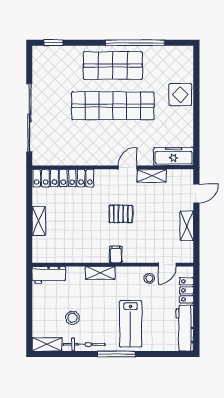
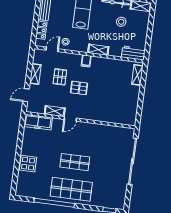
shop shelf: (113, 106) -> (75, 162), width x0.50, depth x0.74
locker: (63, 178) -> (115, 117), removed
shelving: (39, 221) -> (137, 75), moved
pallet: (151, 226) -> (60, 77), added

